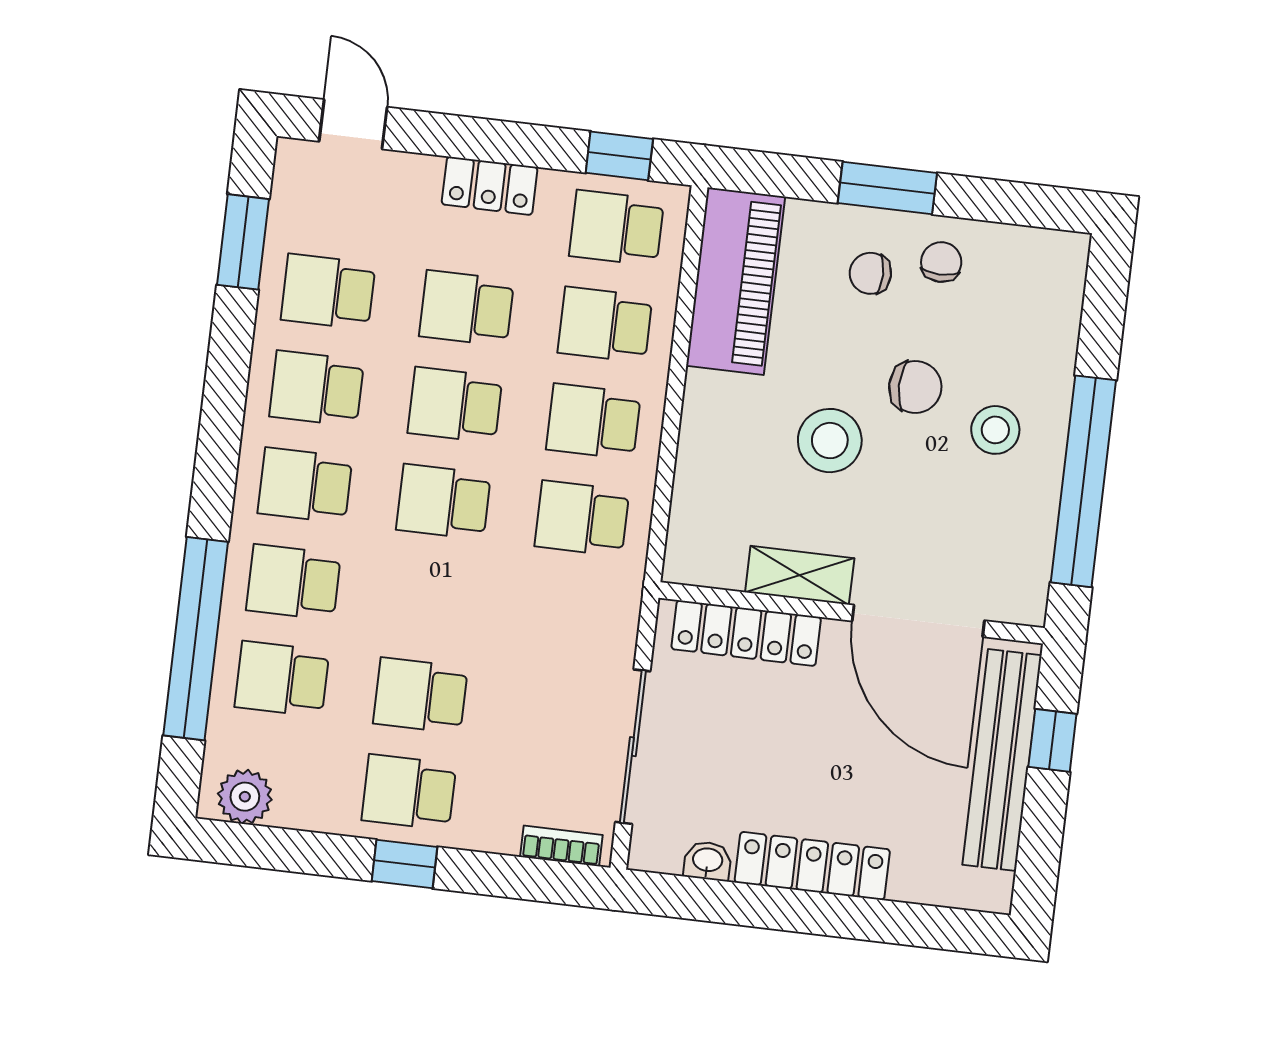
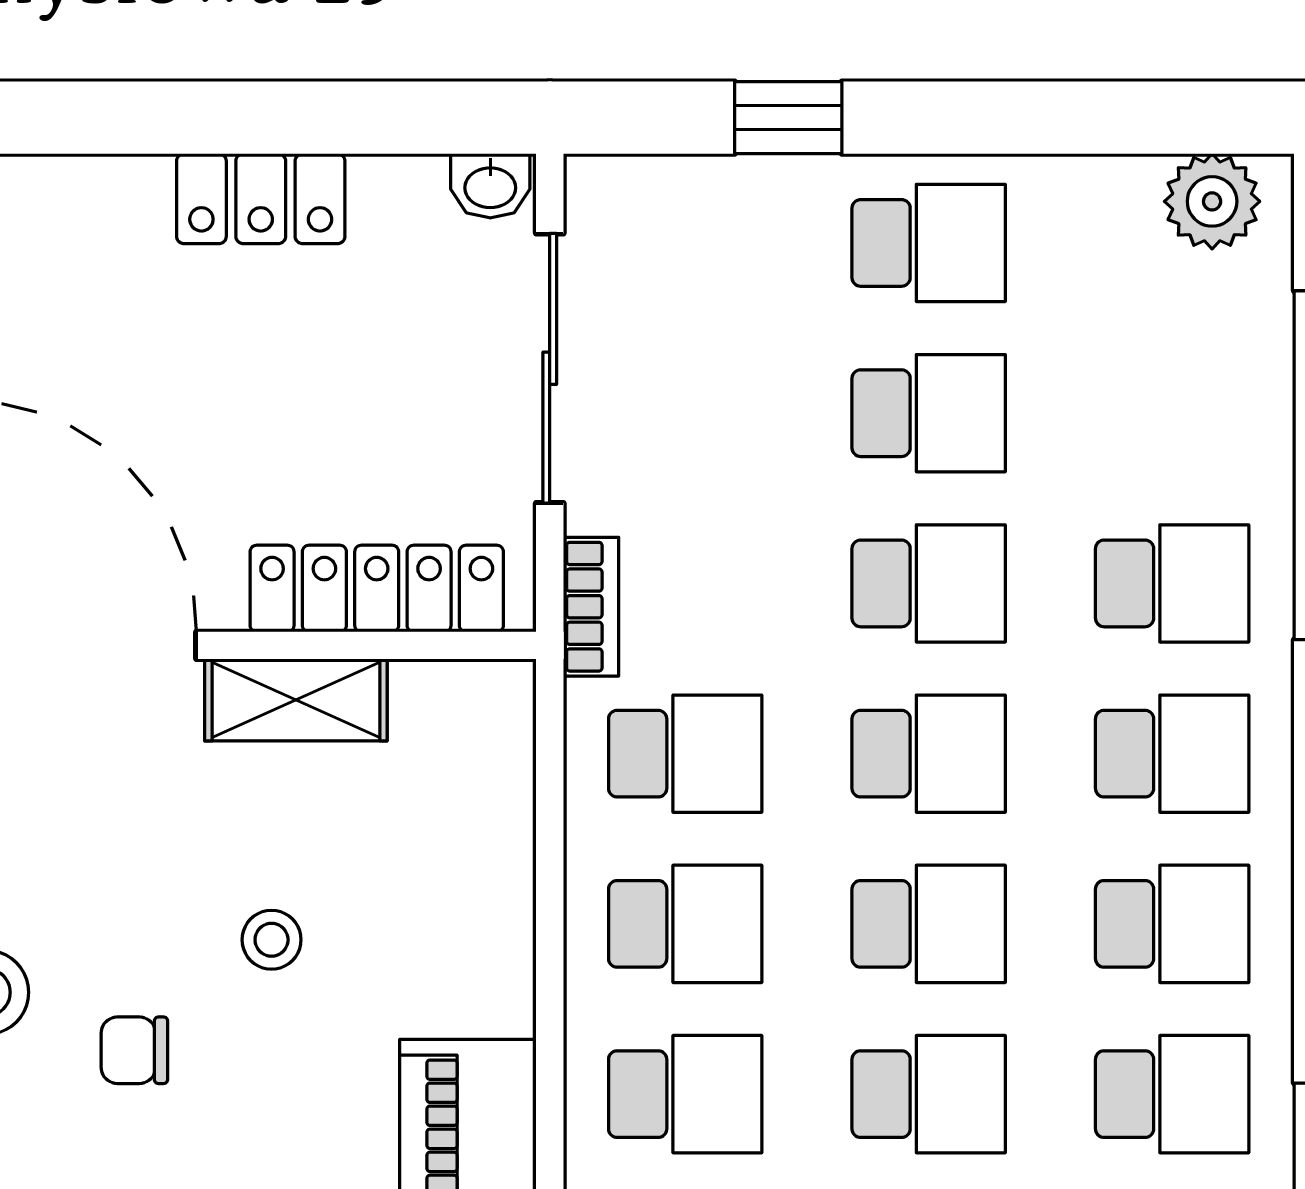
chair: (915, 387) -> (134, 1050), width x0.73, depth x0.73
stool: (830, 441) -> (272, 940), width x0.53, depth x0.53
school desk: (282, 679) -> (929, 583), moved
bookcase: (561, 846) -> (591, 607), moved, turned -90
washbasin: (708, 861) -> (490, 186), moved
window: (405, 864) -> (788, 118), moved
locker: (812, 866) -> (261, 199), width x0.66

